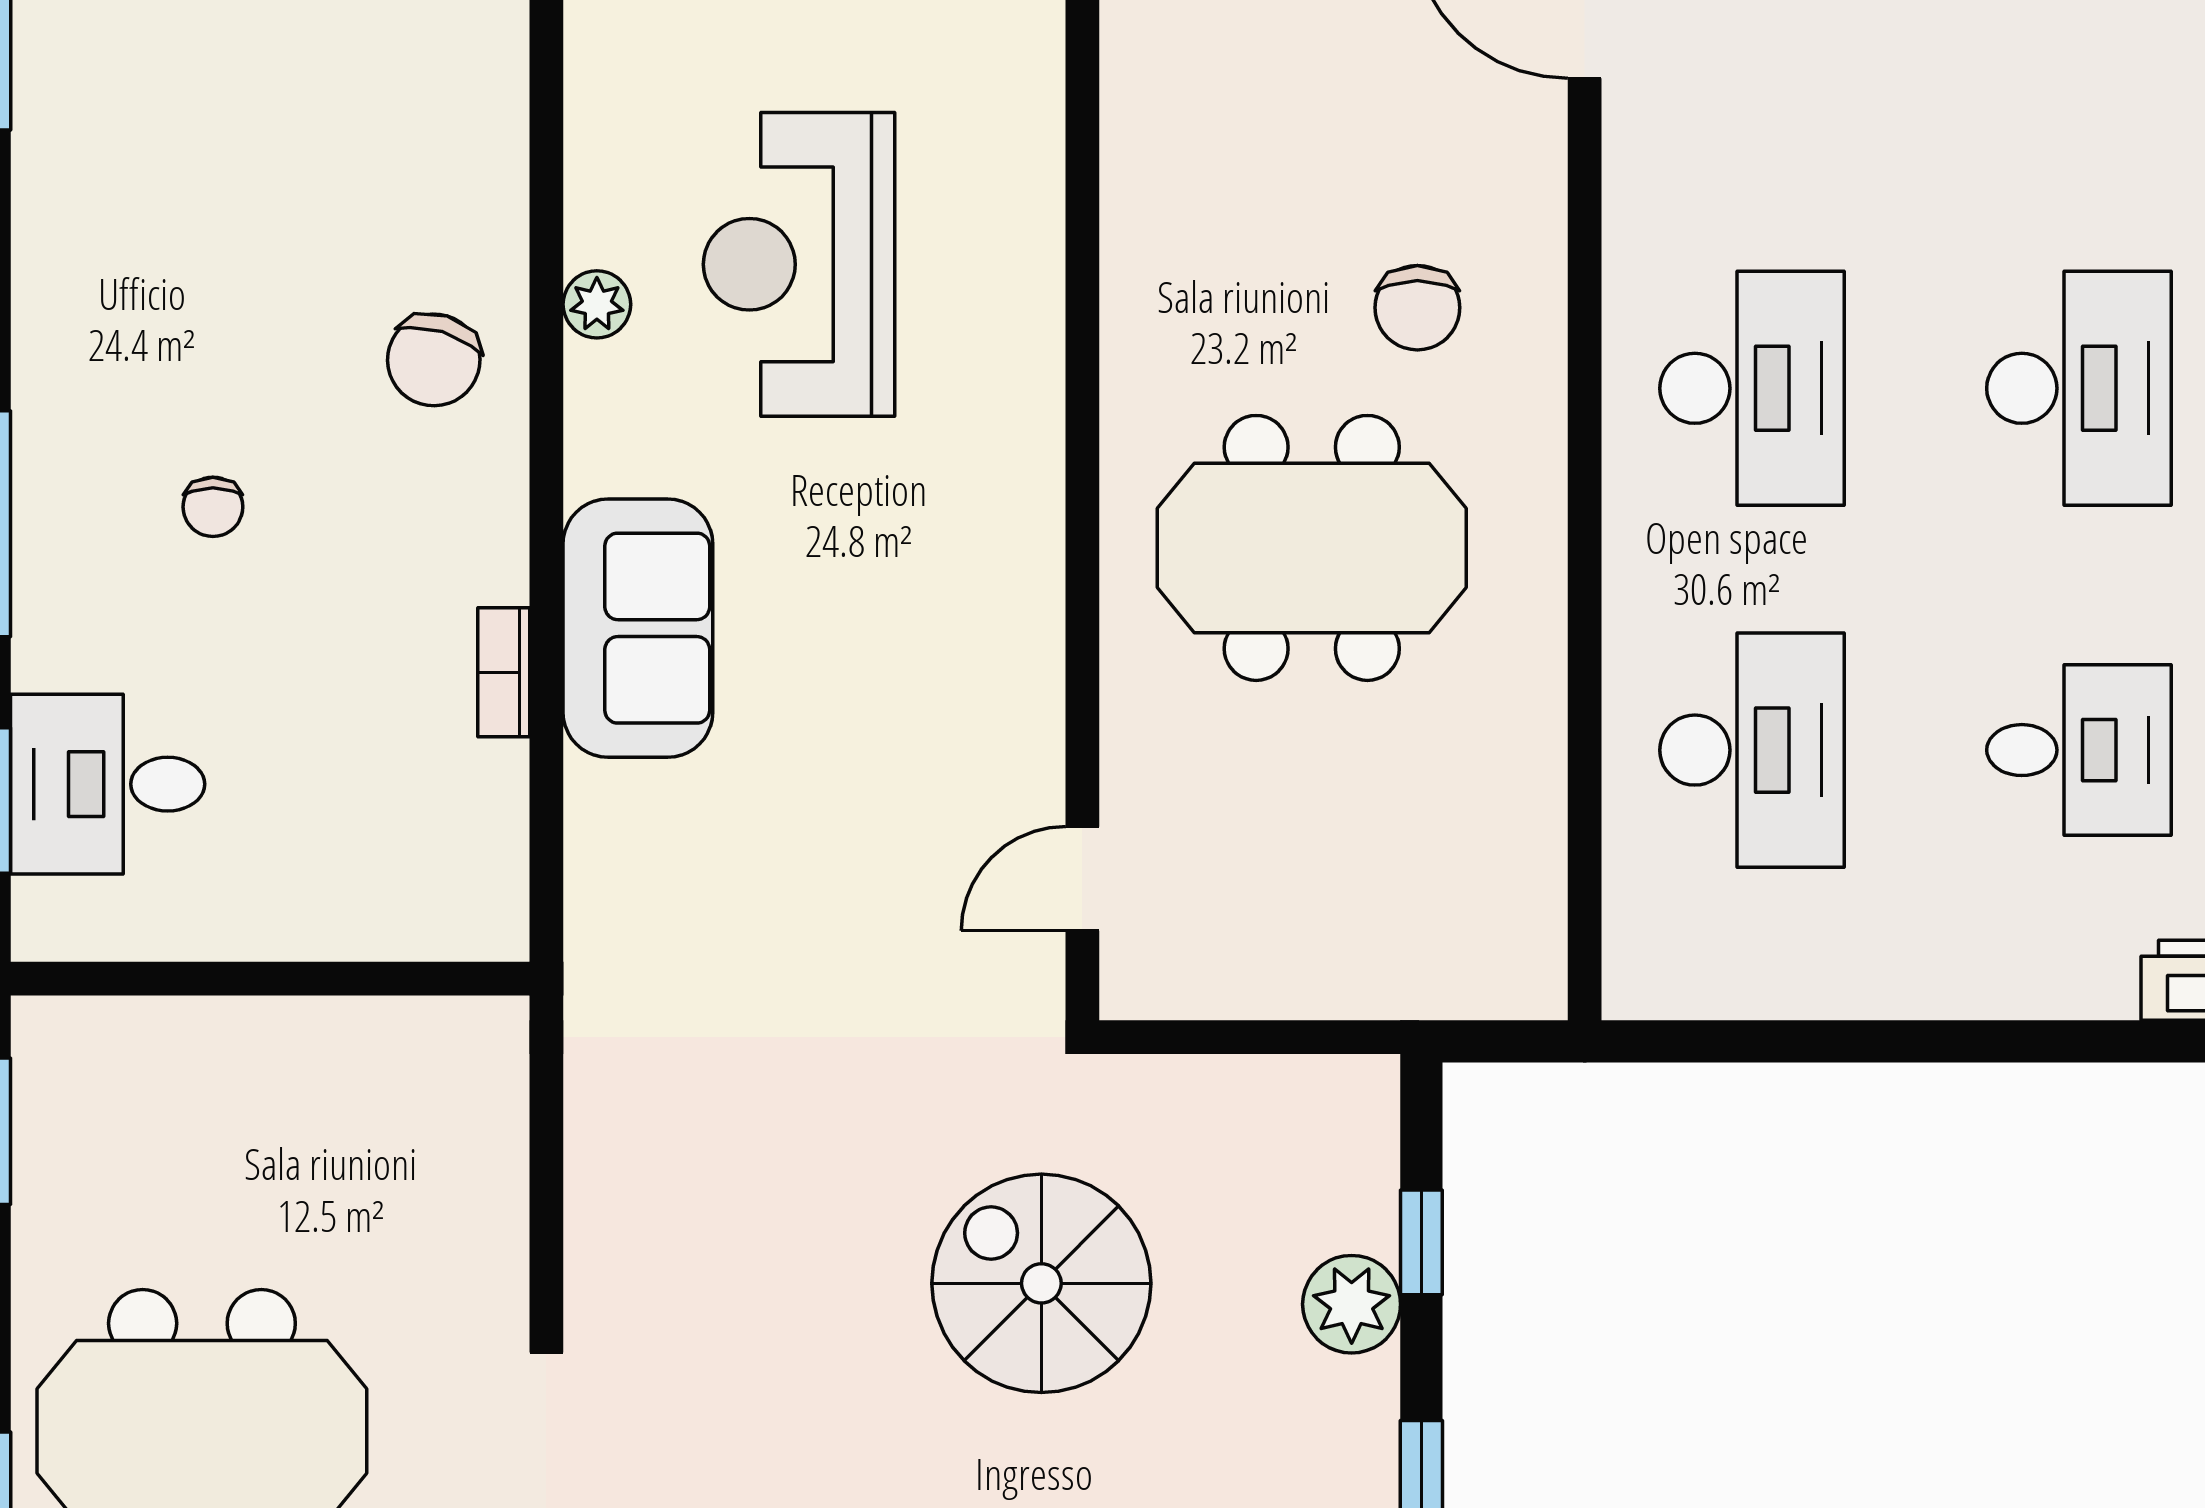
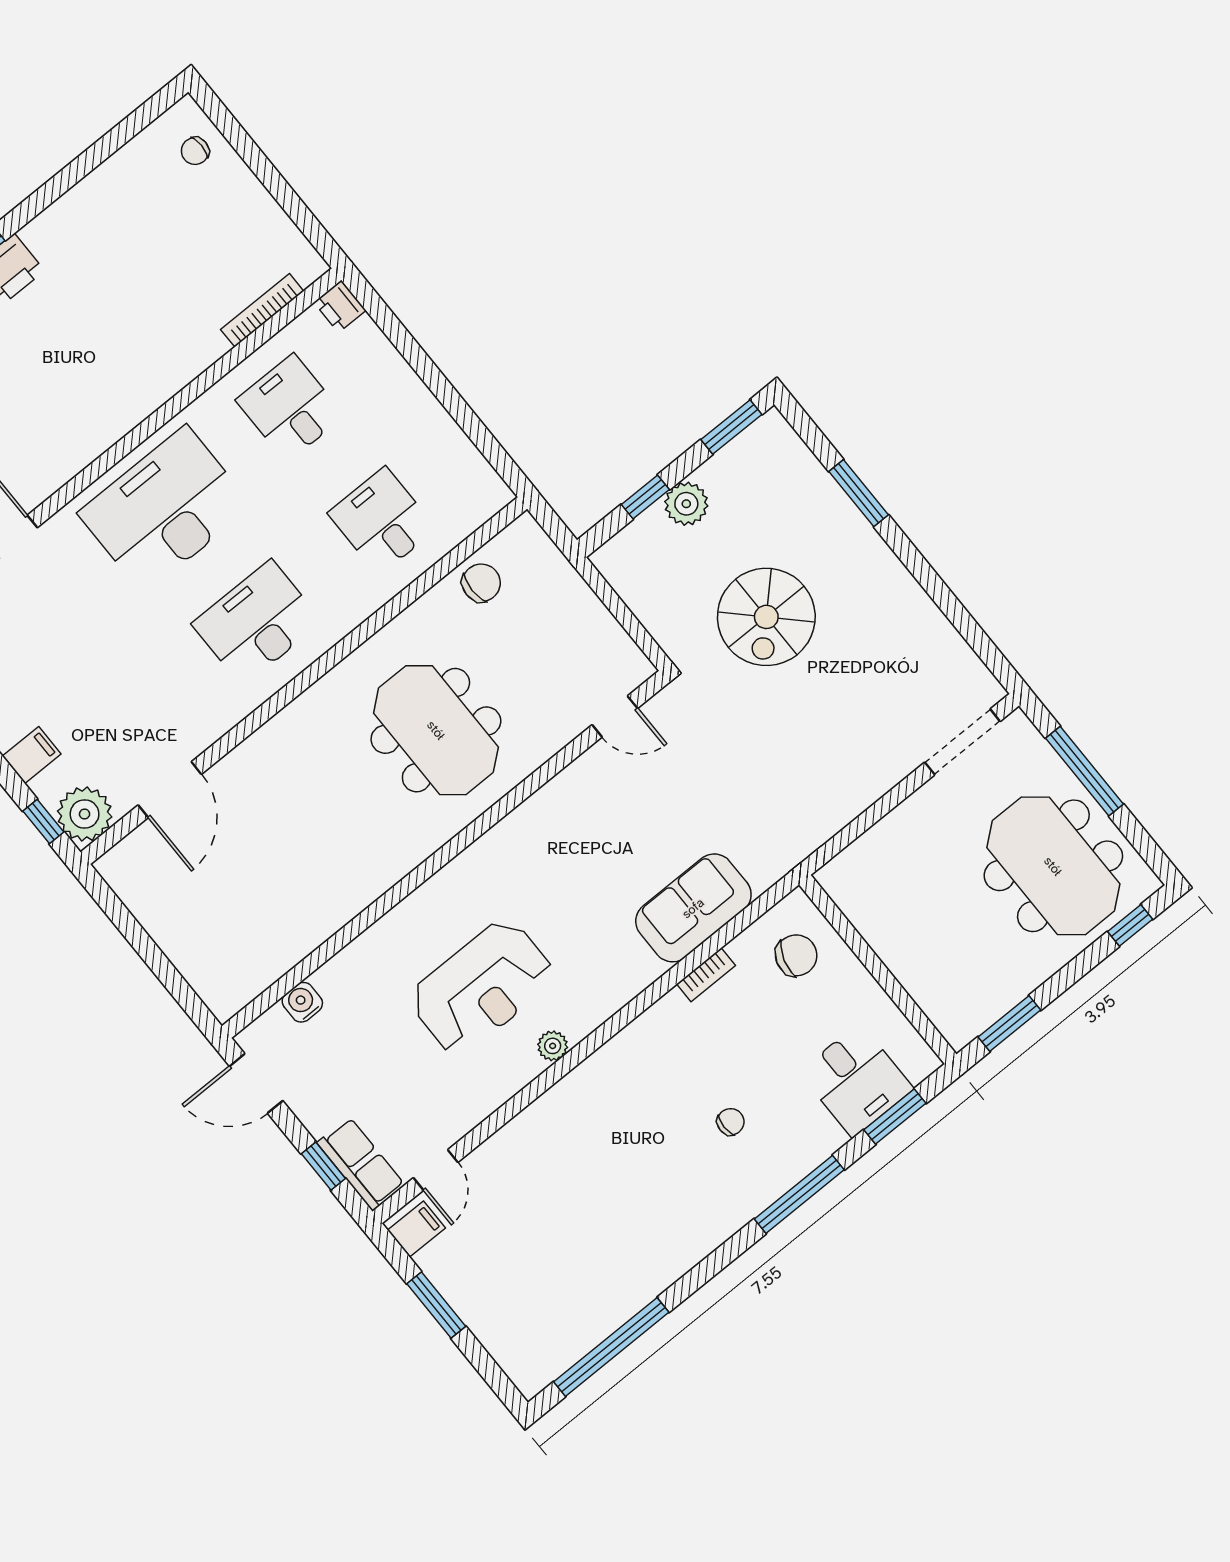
chair: (1417, 308) -> (481, 583), moved
chair: (434, 360) -> (796, 955), moved
desk: (2079, 388) -> (165, 510), width x1.36, depth x1.30
sofa: (638, 628) -> (693, 908), moved
desk: (1752, 750) -> (382, 521), width x0.73

